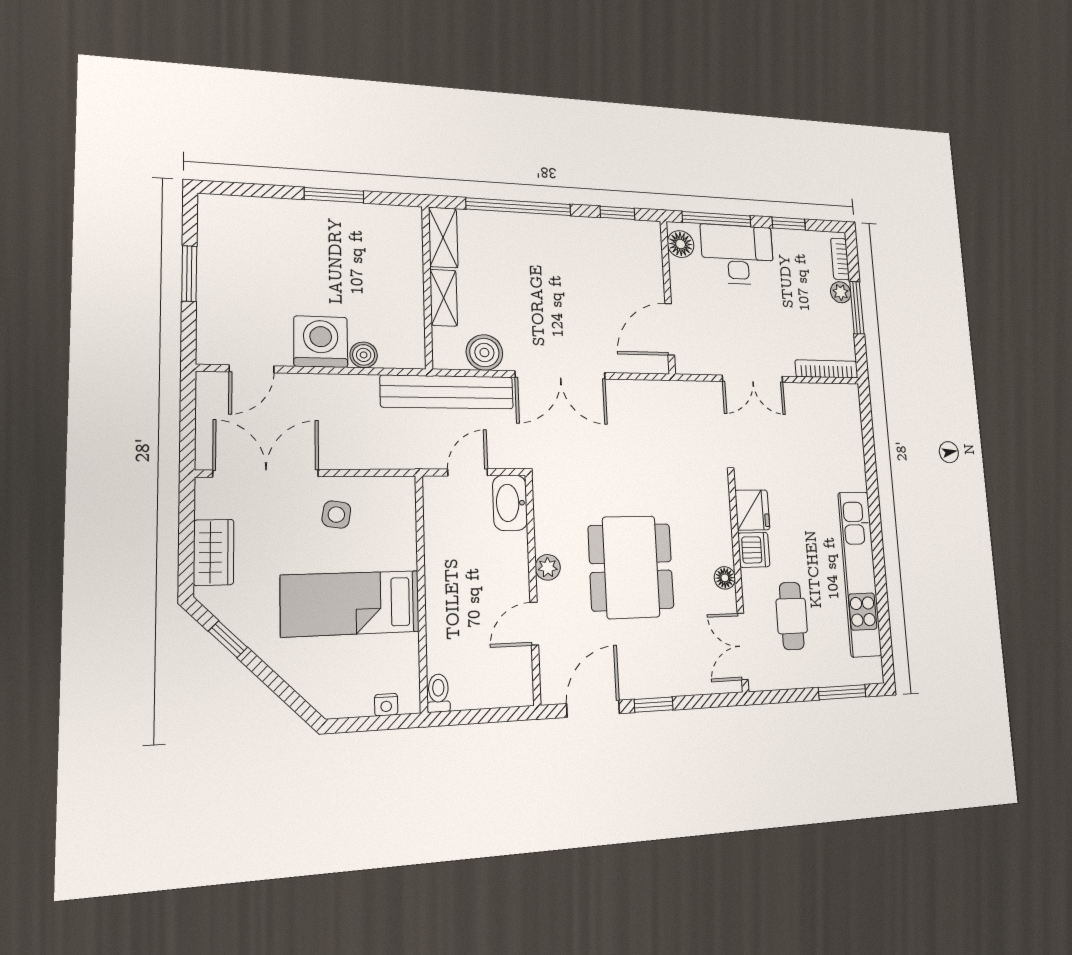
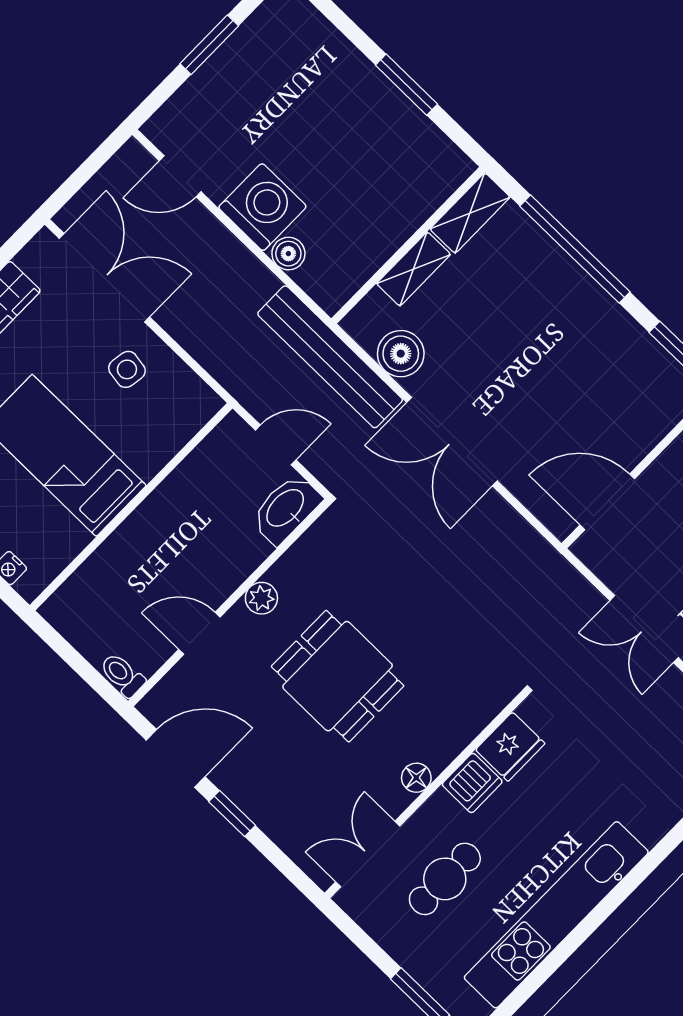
dining table: (631, 567) -> (338, 676), width x0.73
toilet: (438, 693) -> (122, 675), moved, turned -90

